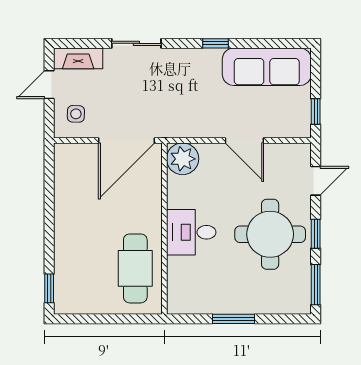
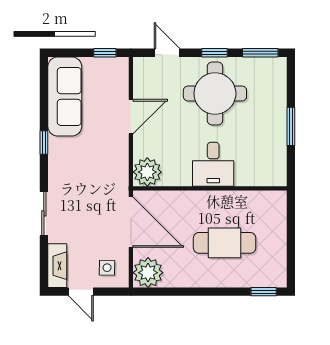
plant: (70, 160) -> (148, 273), added
cafe table: (135, 268) -> (225, 243), moved

